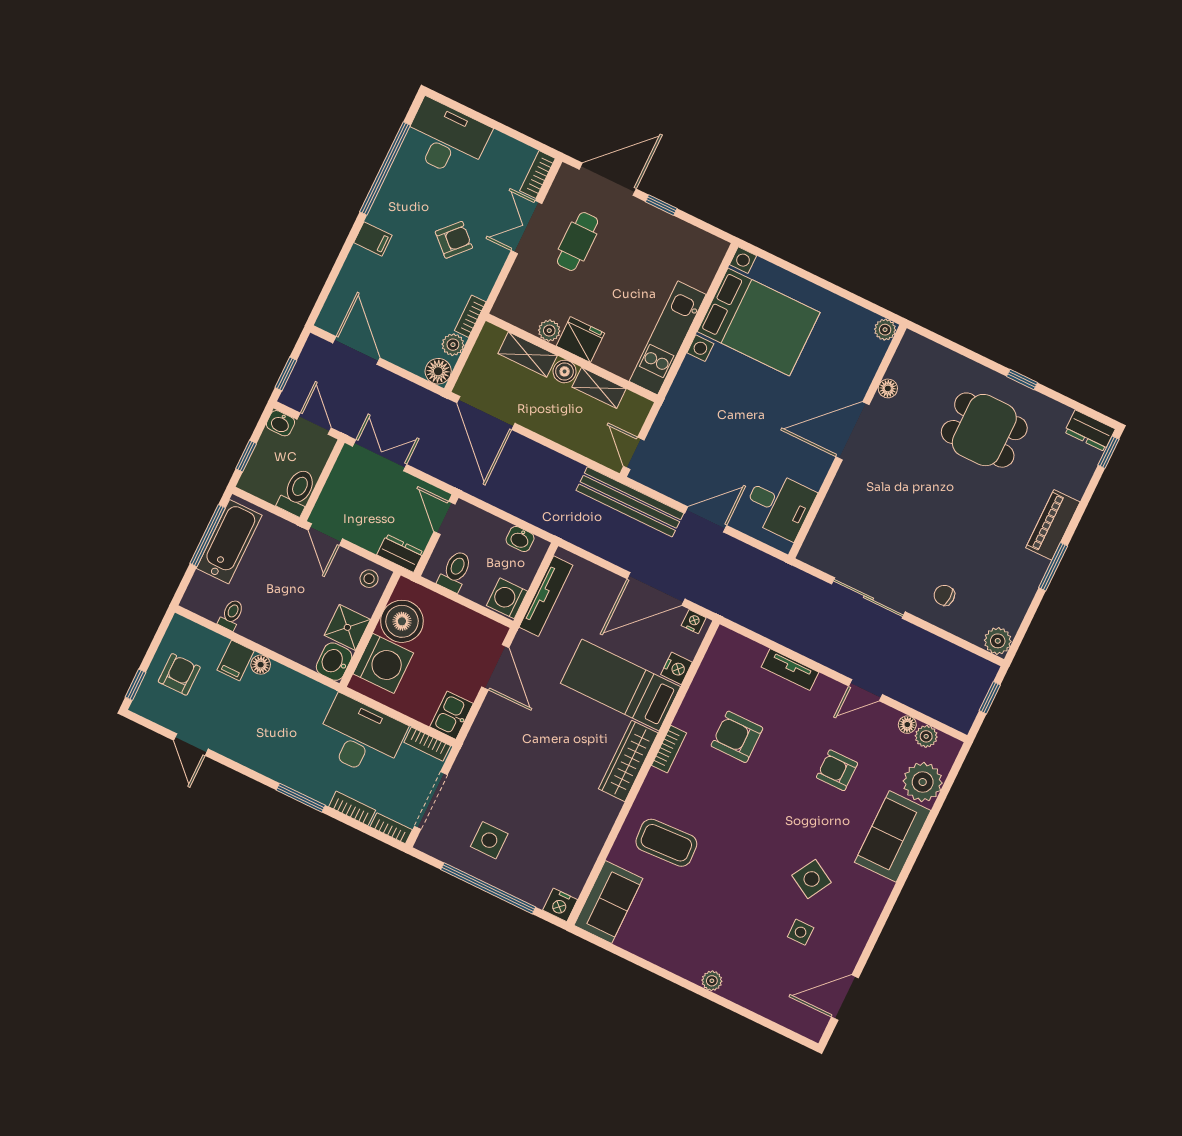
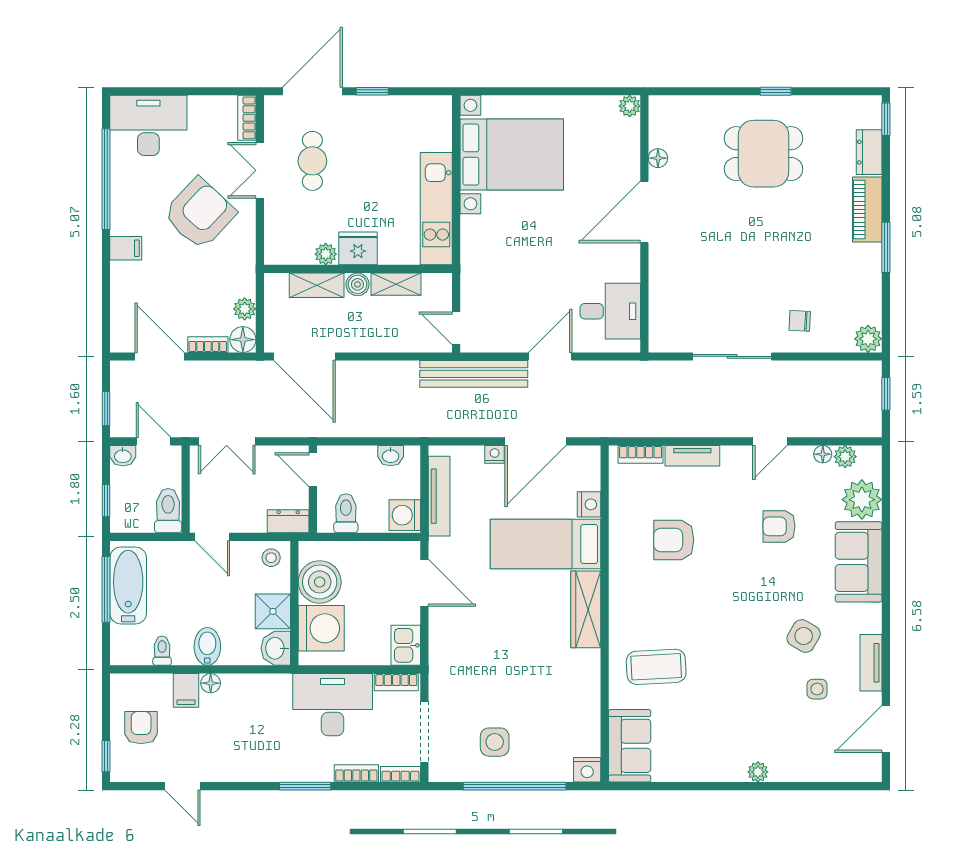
armchair: (454, 240) -> (200, 214), width x1.88, depth x1.88
bookcase: (470, 316) -> (208, 345), moved, turned 90
dresser: (1090, 431) -> (869, 152), moved, turned 90
double door: (380, 455) -> (227, 441), swing flipped
nightstand: (694, 622) -> (495, 454), moved
bidet: (274, 630) -> (207, 646), added
bookcase: (669, 749) -> (641, 454), moved, turned 90
tv unit: (860, 932) -> (871, 663), added

